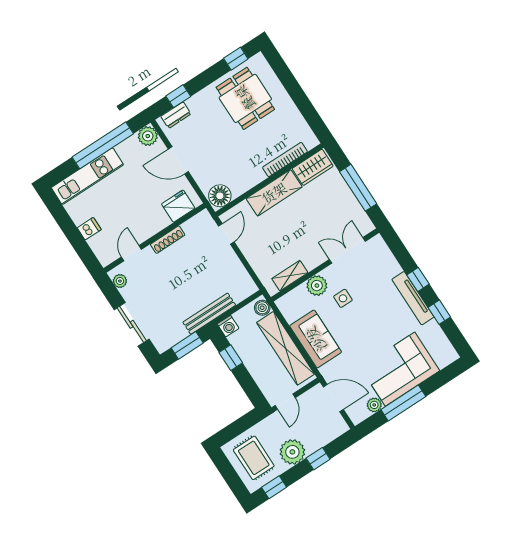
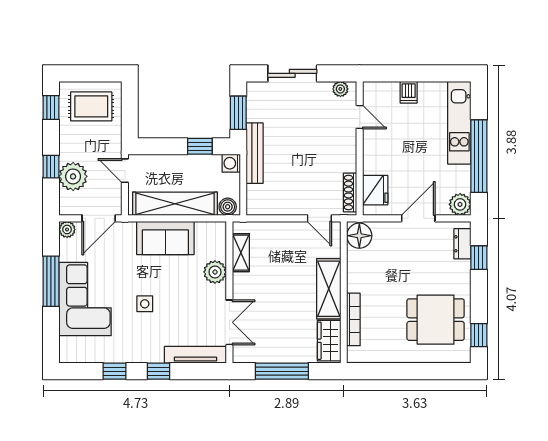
shoe rack: (168, 240) -> (350, 193), moved
side table: (343, 298) -> (145, 304), moved
tv unit: (413, 298) -> (195, 355), moved
plant: (374, 405) -> (67, 229), moved
plant: (292, 452) -> (73, 176), moved

